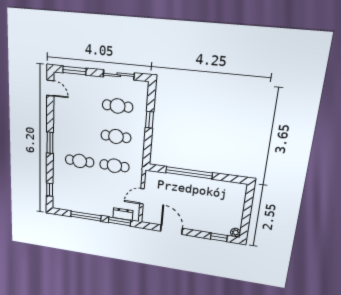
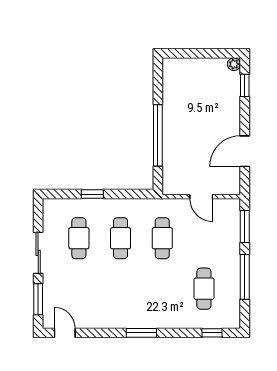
sliding door: (119, 75) -> (38, 253), moved
door: (50, 88) -> (65, 333), hinge flipped
cafe table: (80, 161) -> (204, 289), moved
dresser: (123, 214) -> (232, 222), removed

